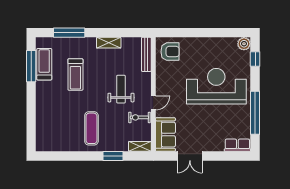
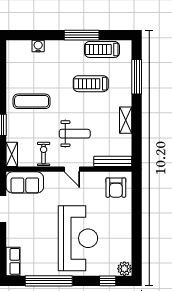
treadmill: (44, 64) -> (102, 49), turned 180
window: (31, 66) -> (82, 35), moved
door: (153, 103) -> (72, 169), moved
water cooler: (41, 122) -> (38, 46), added

